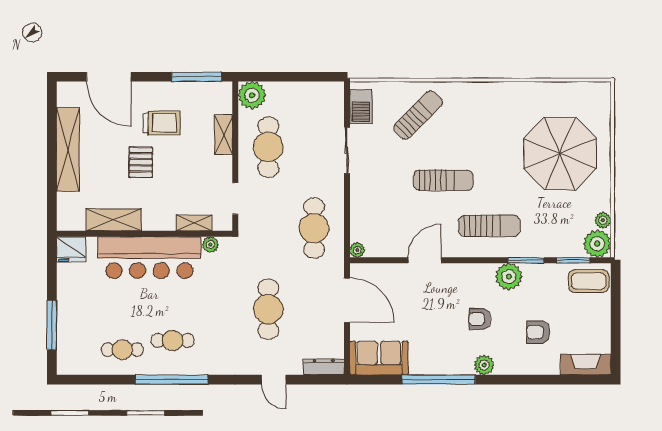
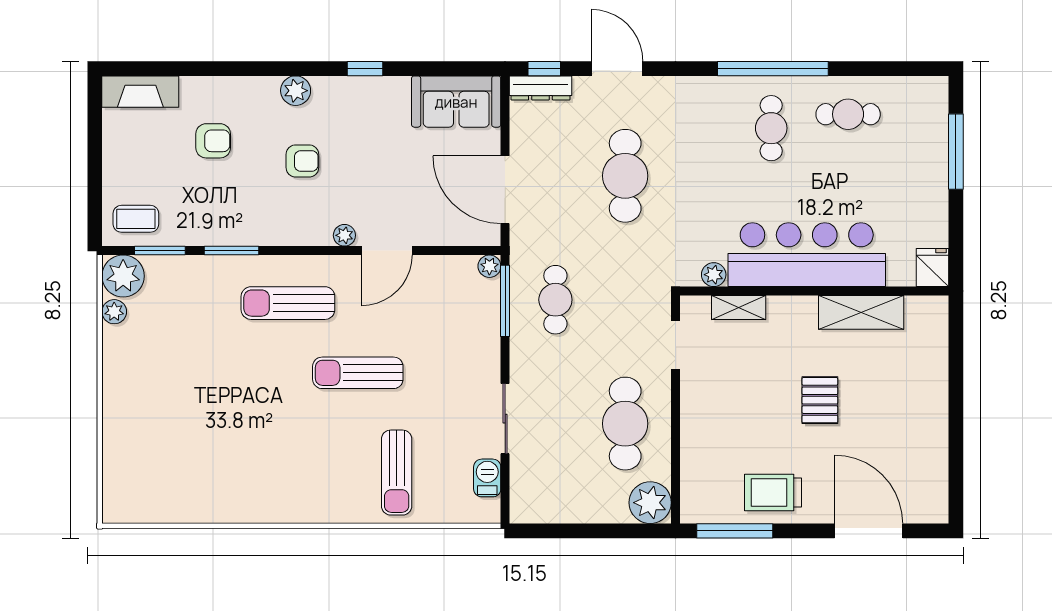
barbecue: (361, 107) -> (487, 478), width x0.73, depth x0.79
sun lounger: (418, 115) -> (397, 473), turned -45
trolley: (162, 123) -> (773, 493), moved
shelving: (224, 135) -> (694, 442), removed
shelving: (68, 149) -> (931, 420), removed
parasol: (560, 154) -> (180, 414), removed
window: (347, 227) -> (505, 301), added
cafe table: (314, 228) -> (555, 300), width x0.73, depth x0.74
fridge: (71, 249) -> (933, 268), width x0.72
plant: (509, 277) -> (344, 235), moved, width x0.53, depth x0.53
coffee table: (589, 281) -> (136, 219), width x0.73, depth x0.77
cafe table: (173, 340) -> (771, 128), turned 90
door: (274, 380) -> (617, 69), width x1.38
window: (321, 380) -> (544, 69), added
window: (439, 380) -> (365, 69), width x0.32

